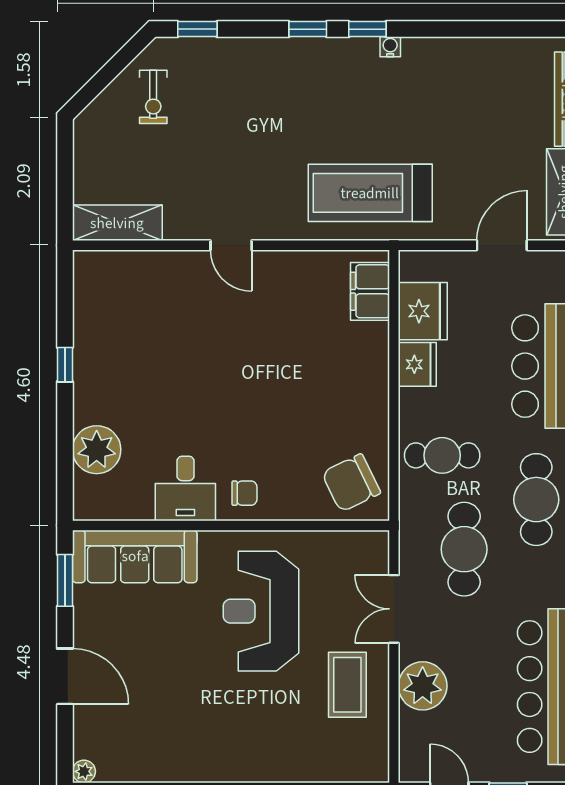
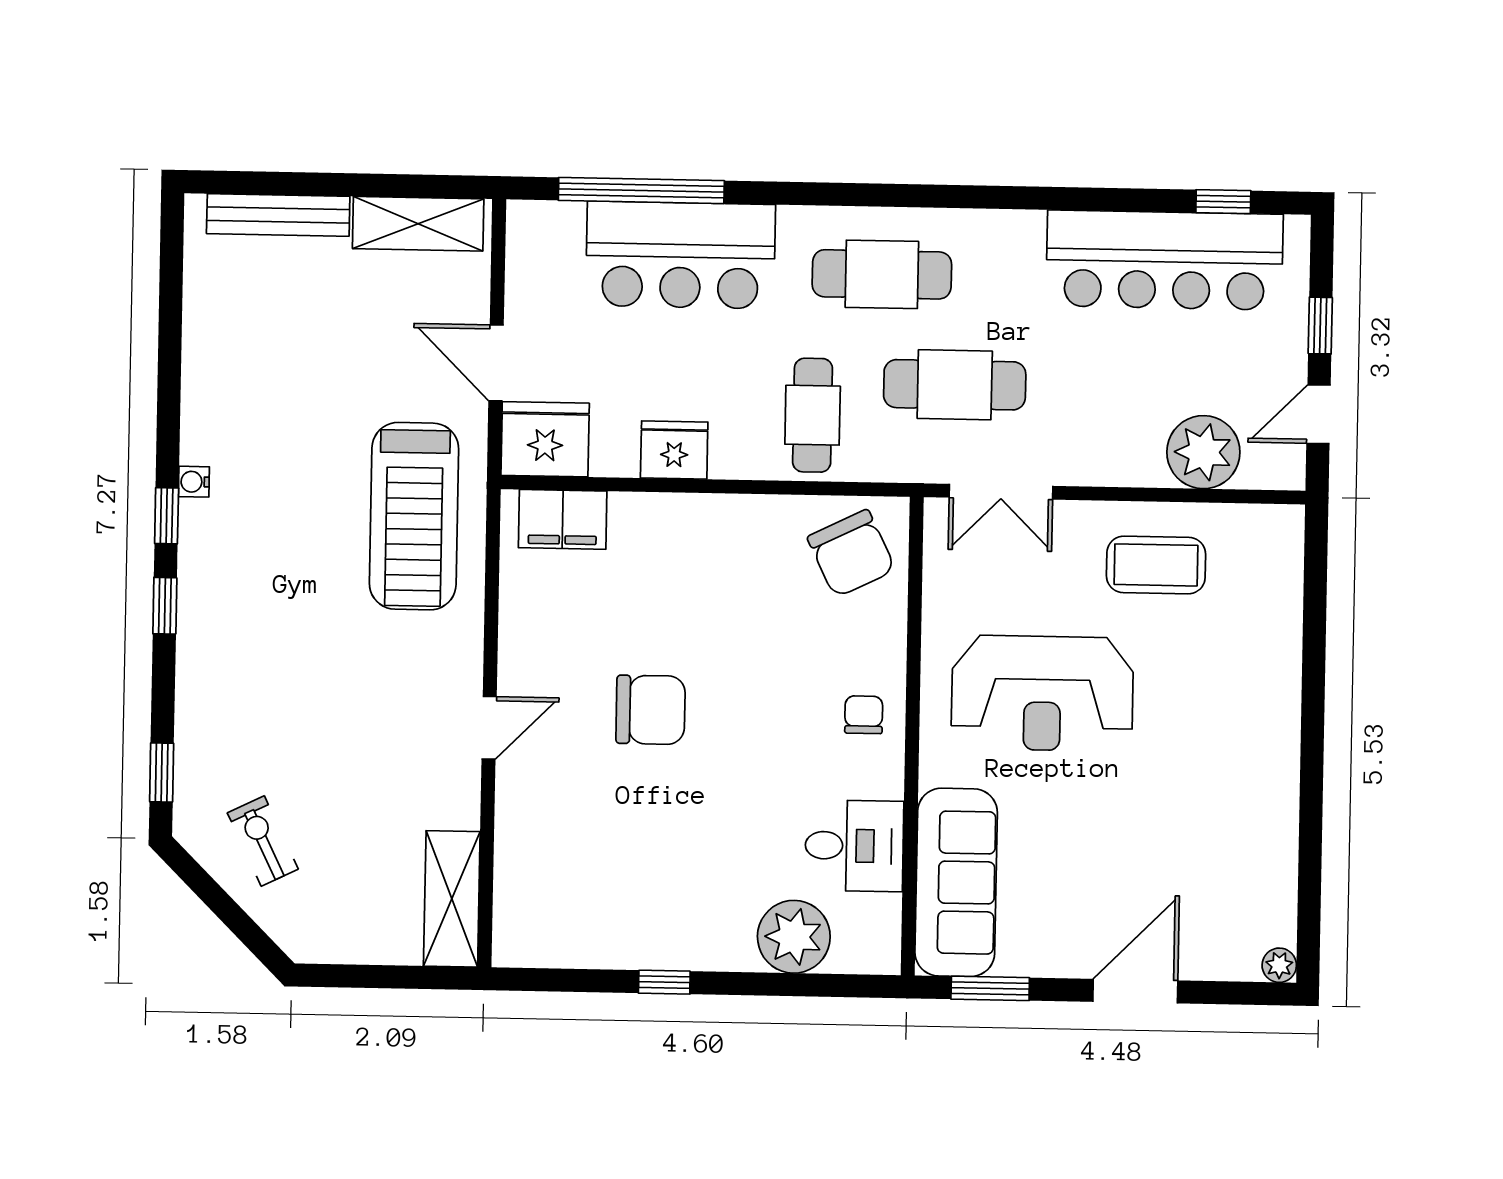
exercise bike: (153, 97) -> (263, 841), turned -116
door: (502, 245) -> (496, 363), moved
fridge: (423, 311) -> (545, 439), moved
chair: (245, 352) -> (651, 710), added
desk: (185, 489) -> (854, 846), moved
double door: (394, 609) -> (1001, 492), moved
plant: (423, 686) -> (1203, 452), moved

